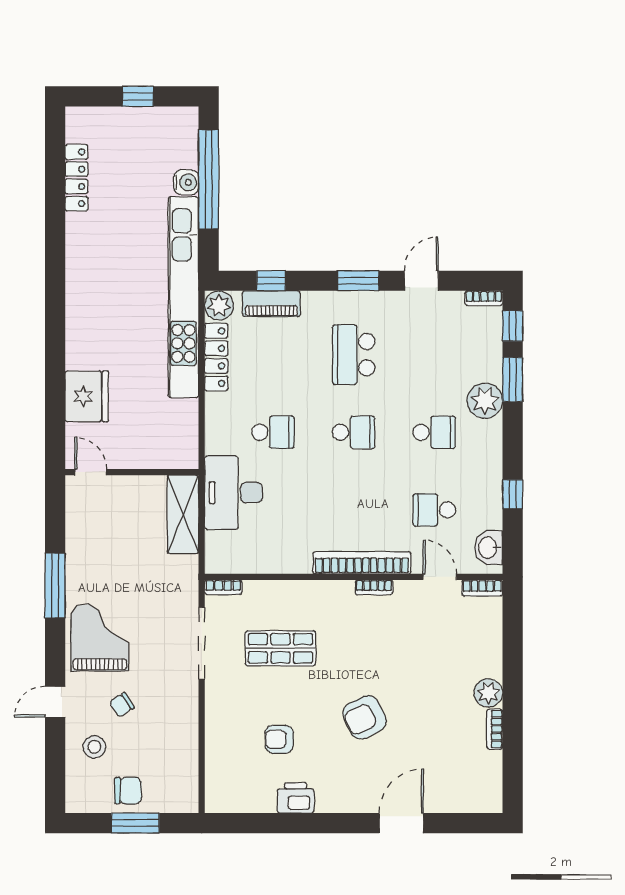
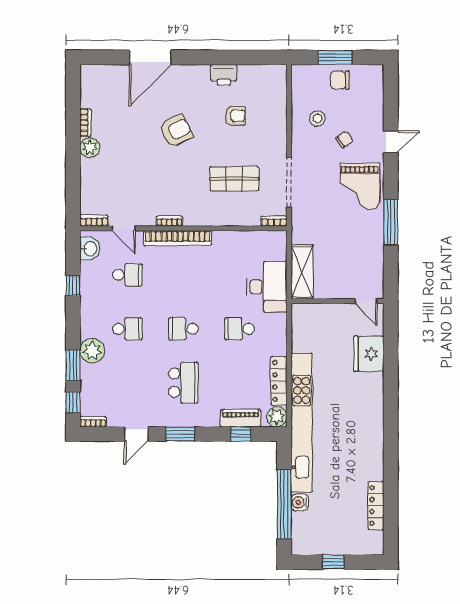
school desk: (434, 432) -> (127, 329), turned 180
stool: (94, 747) -> (317, 119), moved
door: (401, 823) -> (150, 57), width x1.36

